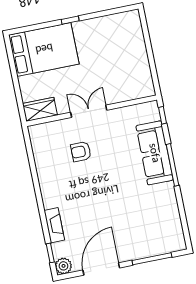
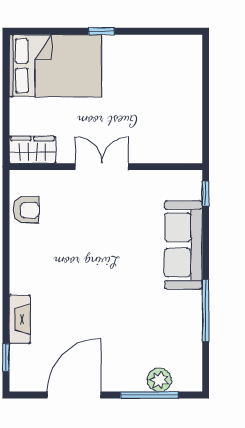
armchair: (81, 152) -> (26, 210), moved, turned 180
window: (172, 165) -> (206, 310), moved
plant: (63, 266) -> (159, 380), moved

